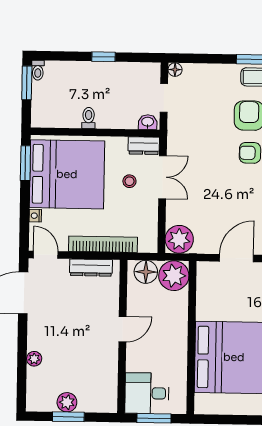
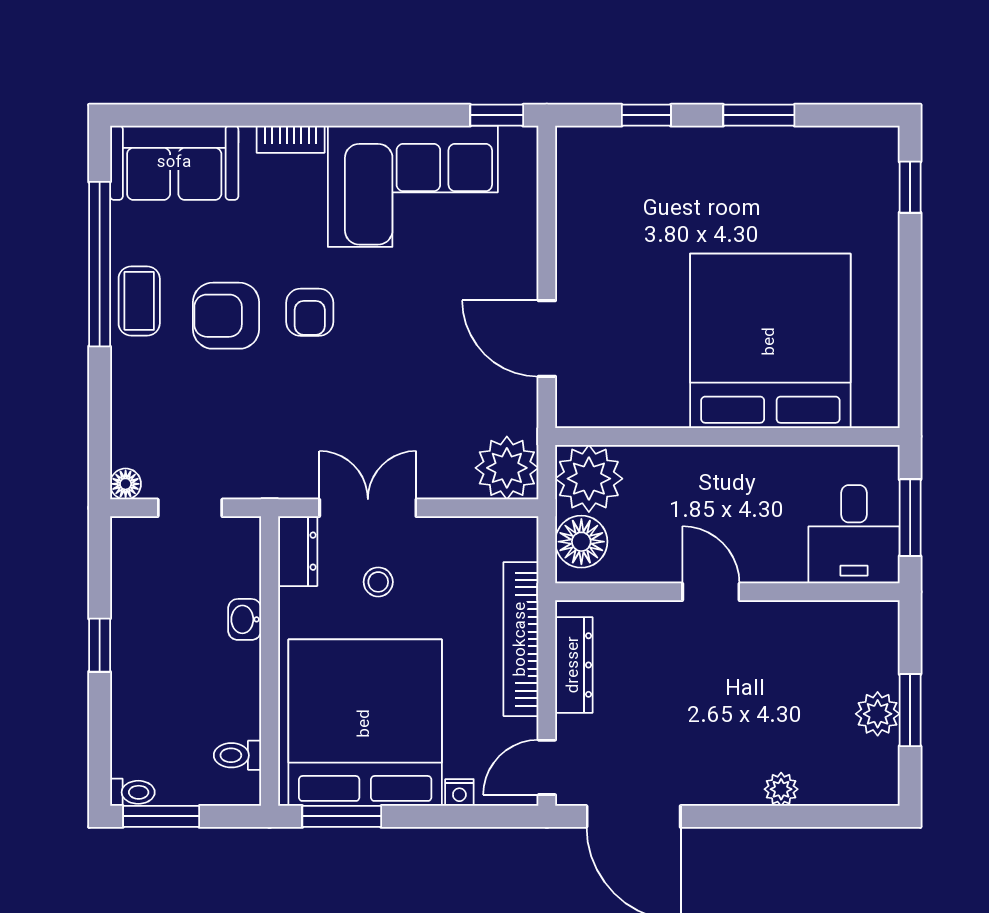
toilet: (89, 118) -> (238, 755), moved
washbasin: (148, 122) -> (245, 619), moved

